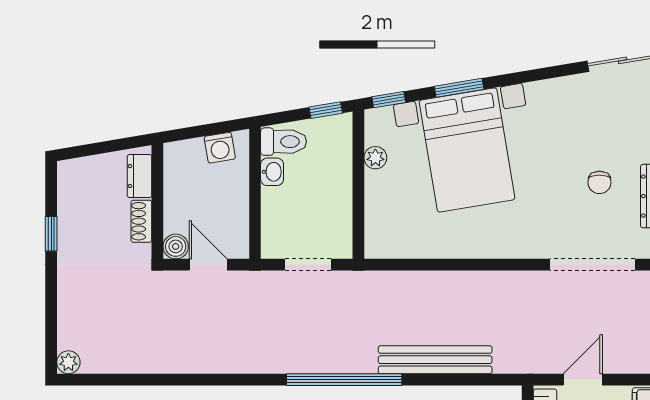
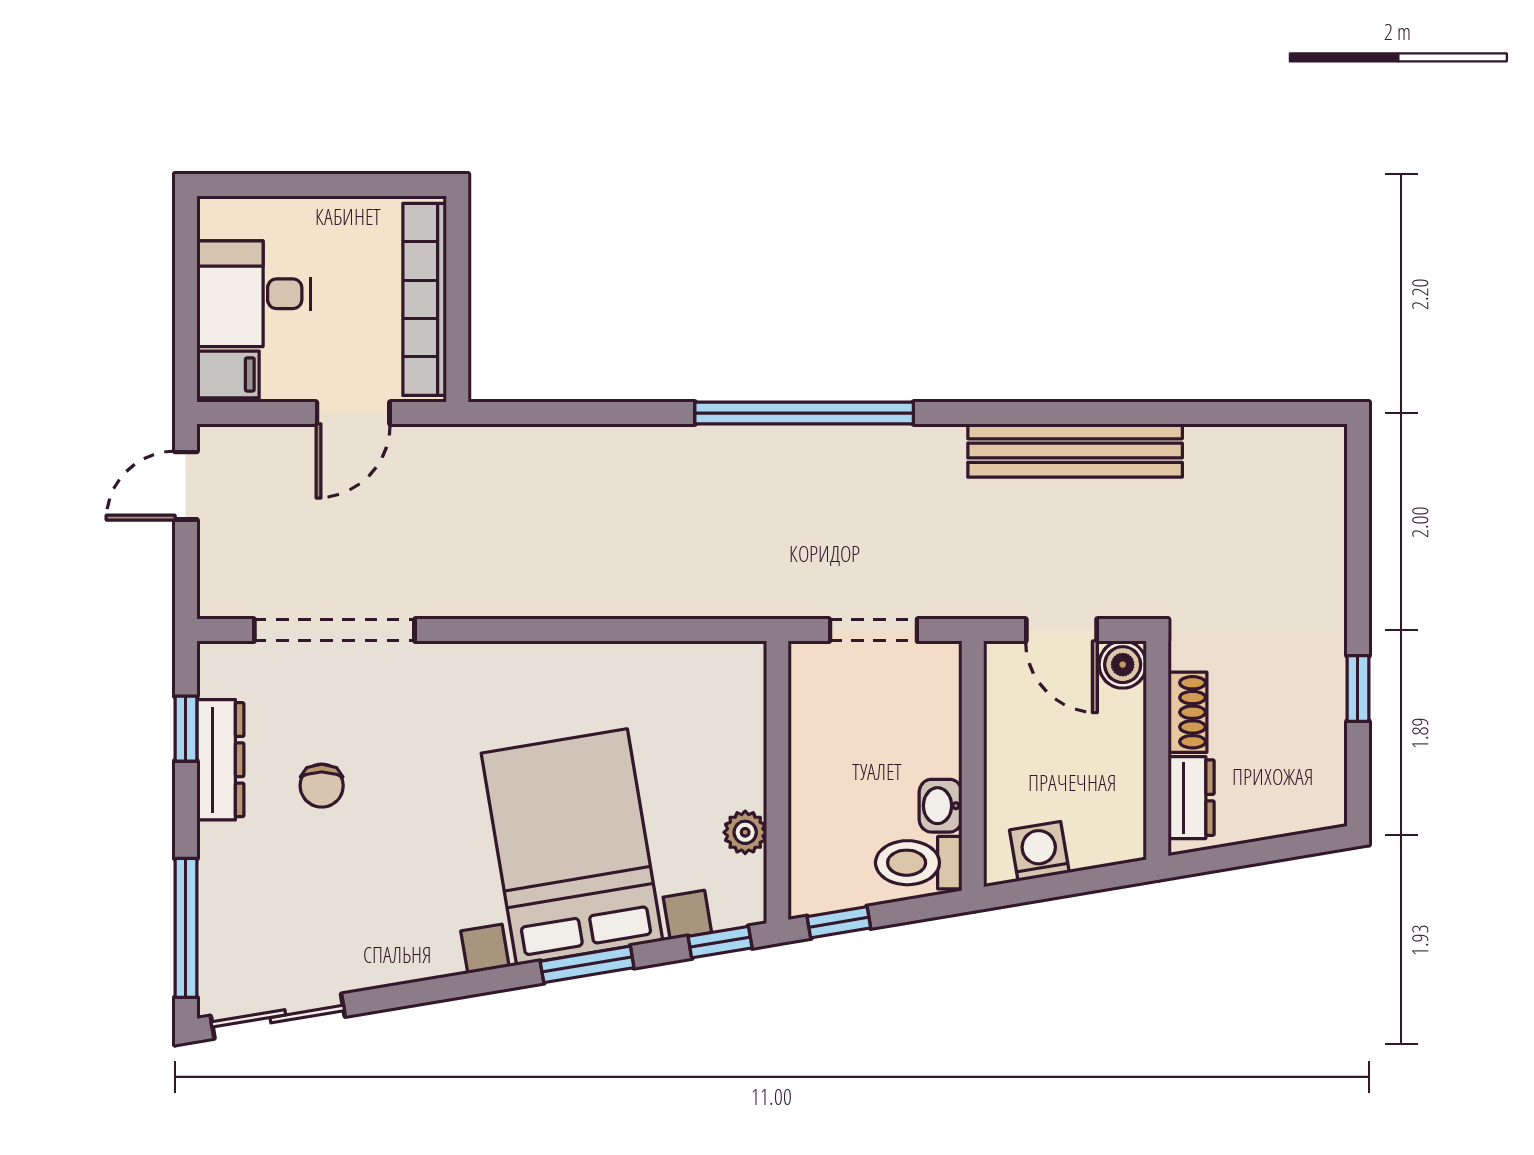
chair: (599, 182) -> (322, 786), turned 180
bench: (435, 360) -> (1075, 451), moved
plant: (68, 362) -> (1325, 446), removed

